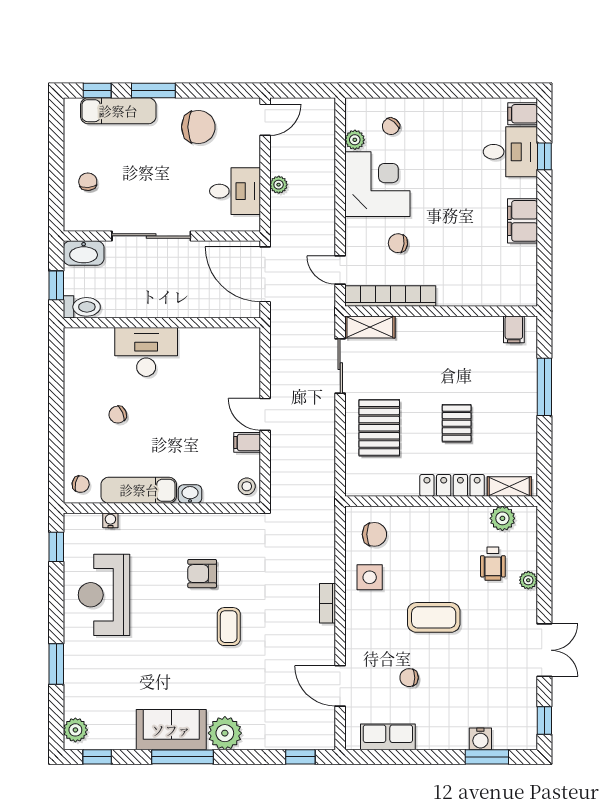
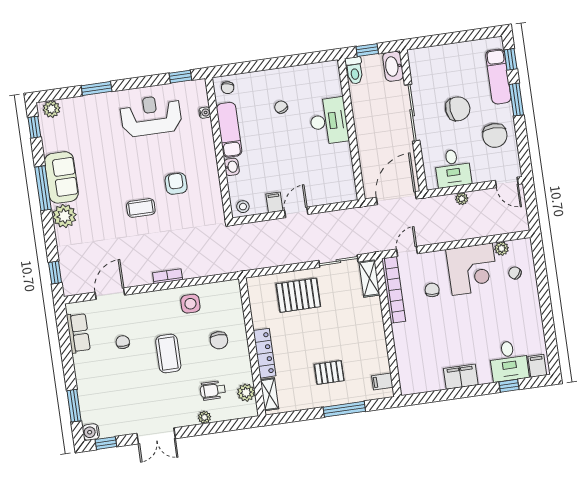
chair: (88, 182) -> (458, 109), moved, width x1.87, depth x1.87
pallet: (457, 423) -> (329, 373), moved
chair: (374, 534) -> (219, 340), moved
water cooler: (480, 739) -> (91, 432), moved

